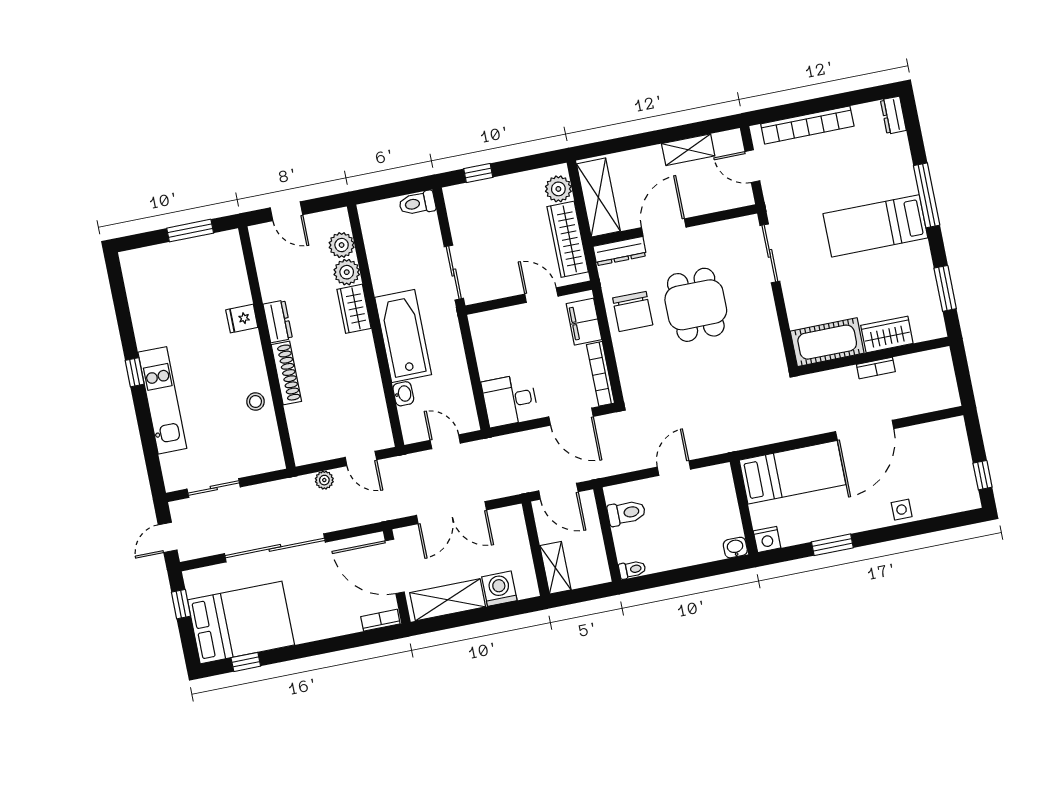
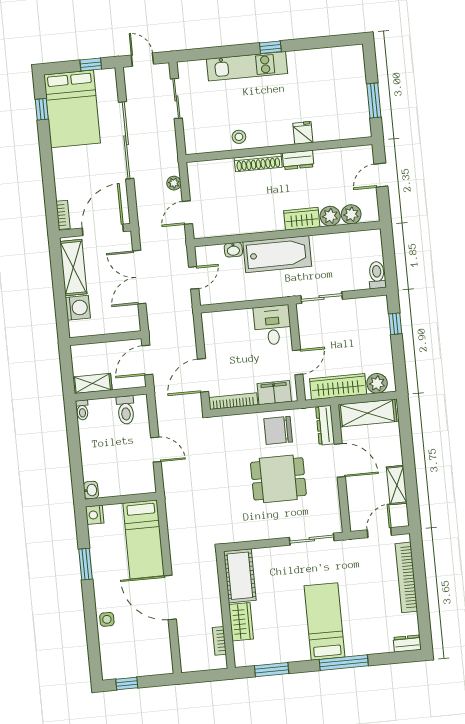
bookcase: (876, 368) -> (219, 641), moved
desk: (510, 400) -> (273, 325), moved
shelving: (555, 568) -> (92, 383), moved

